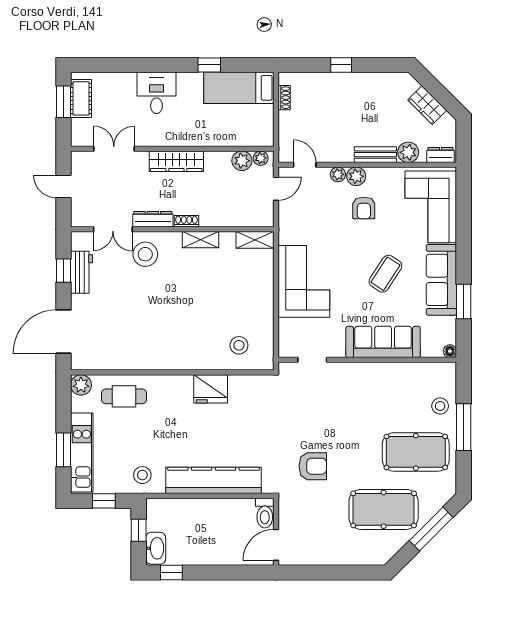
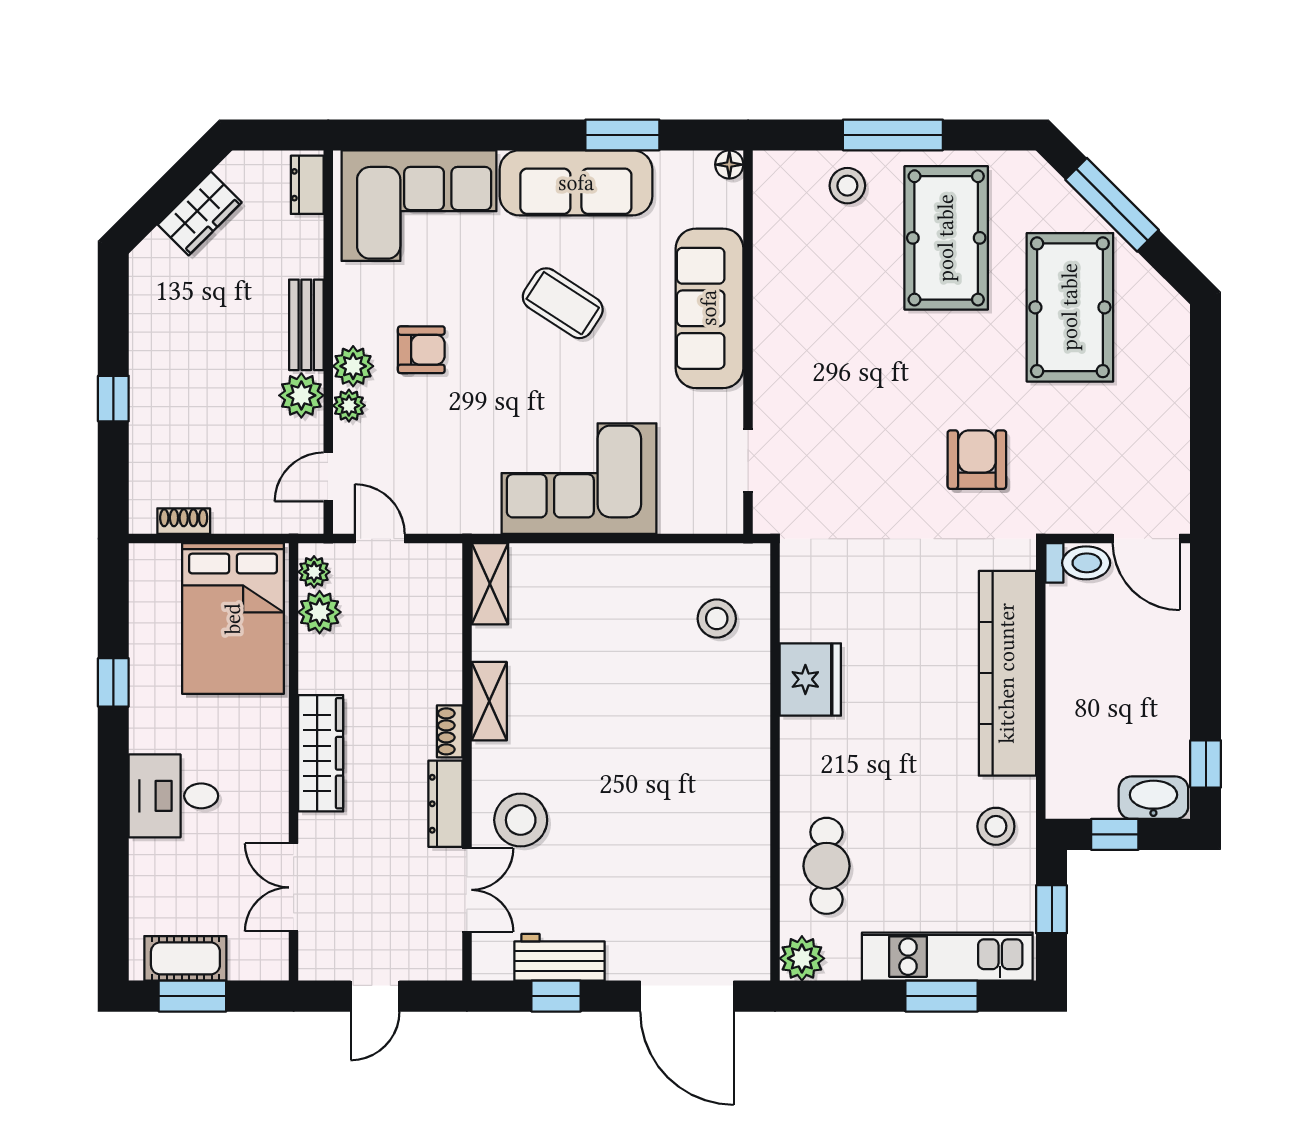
bed: (239, 88) -> (233, 619), moved, width x1.50
plant: (408, 152) -> (301, 395), moved

